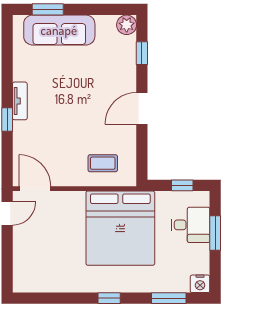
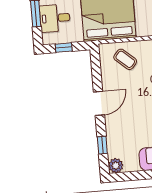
coffee table: (103, 163) -> (125, 59), turned 41

